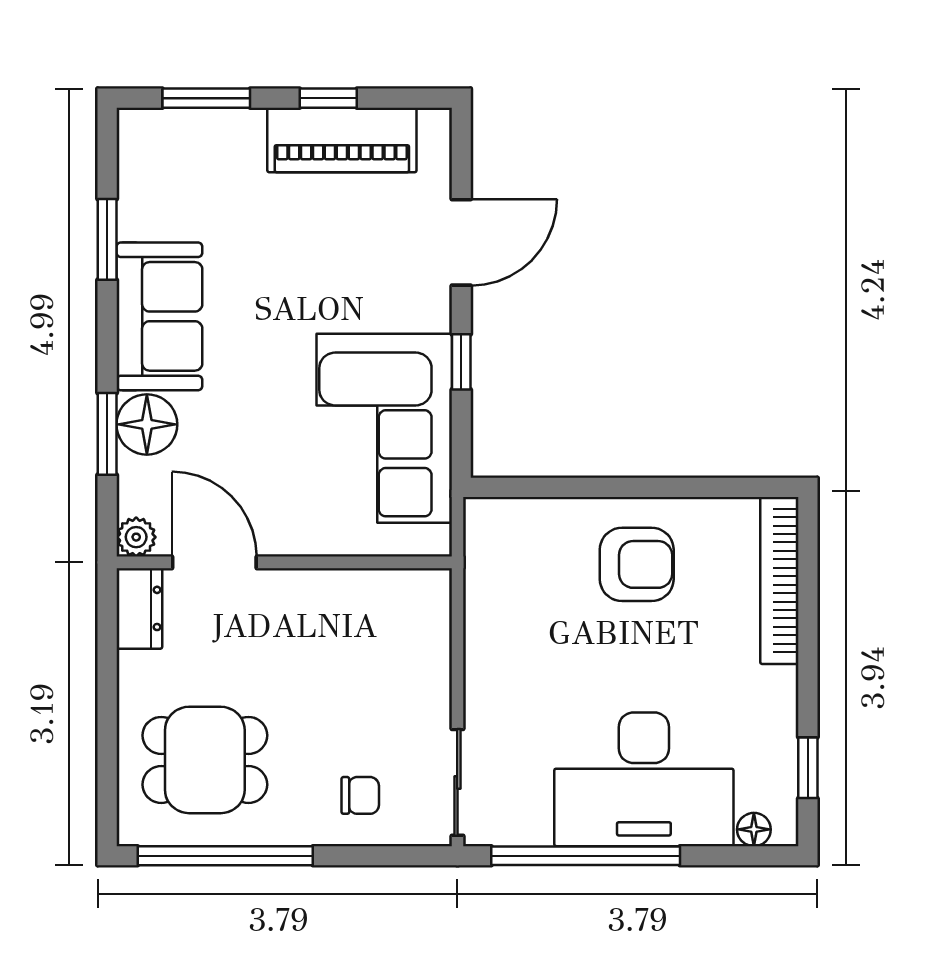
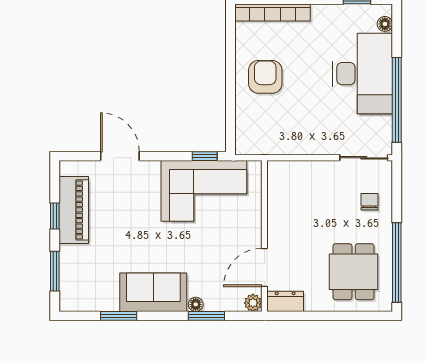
window: (461, 362) -> (205, 156), moved
floor lamp: (147, 424) -> (196, 304), width x0.53, depth x0.53

